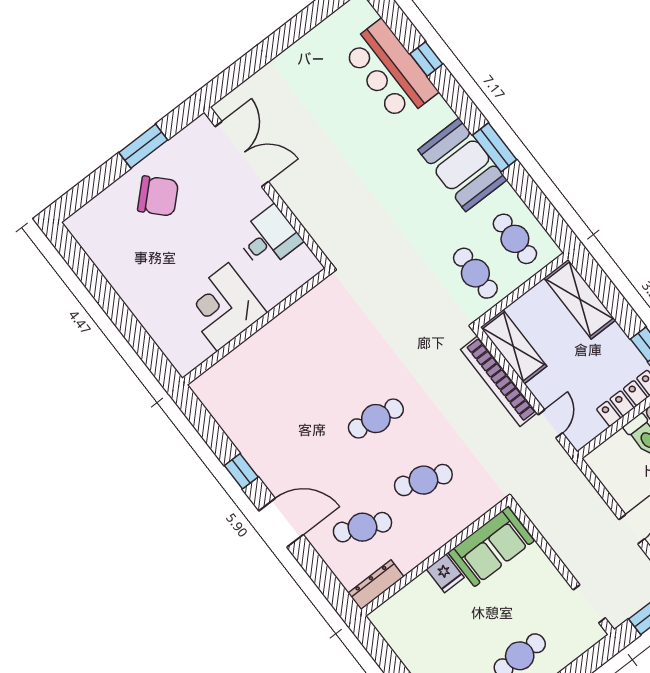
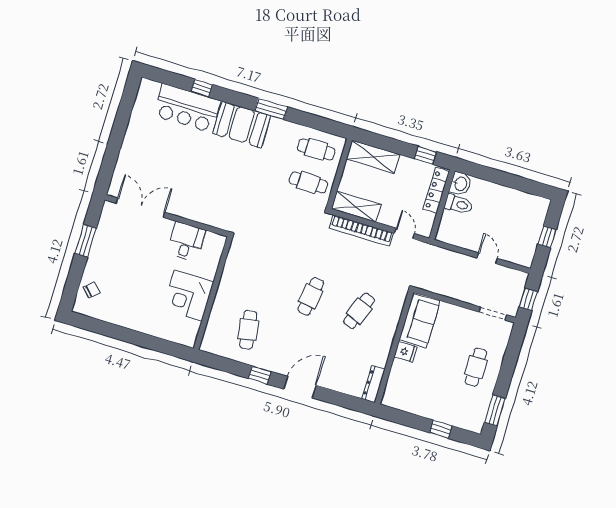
booth: (462, 165) -> (242, 125), moved
chair: (158, 196) -> (92, 290), moved, width x0.54, depth x0.54
cafe table: (362, 527) -> (248, 330), moved, turned -33

